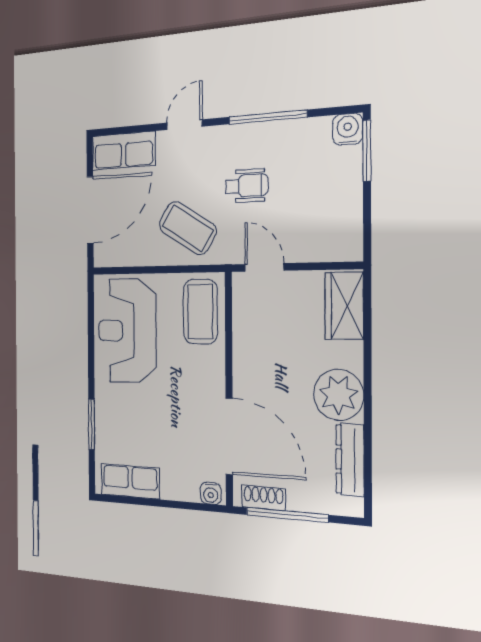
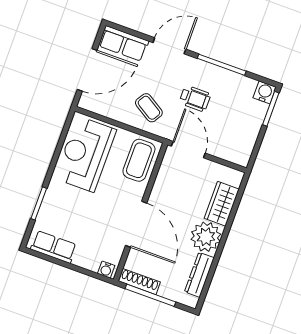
door: (185, 125) -> (169, 46), width x1.37
coffee table: (188, 228) -> (149, 108), width x0.73, depth x0.77
door: (264, 267) -> (188, 150), width x1.38
wardrobe: (344, 306) -> (222, 204), moved
door: (229, 436) -> (136, 224), moved
shoe rack: (263, 498) -> (139, 282), width x1.43

